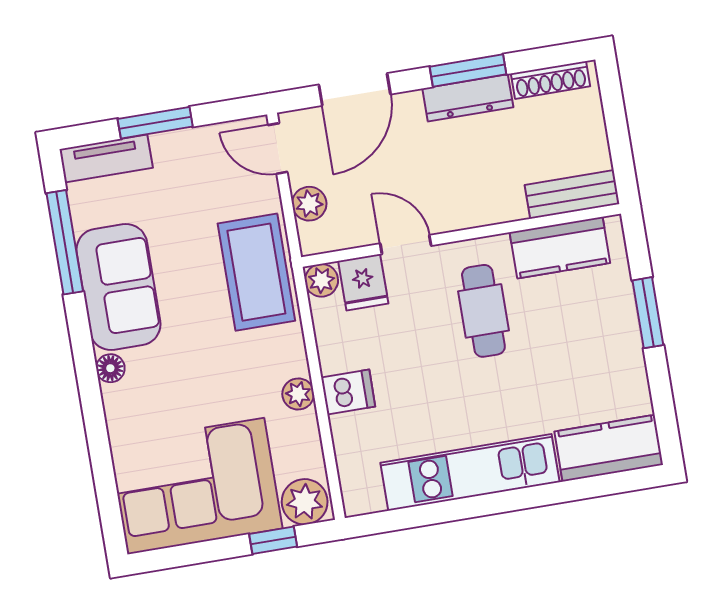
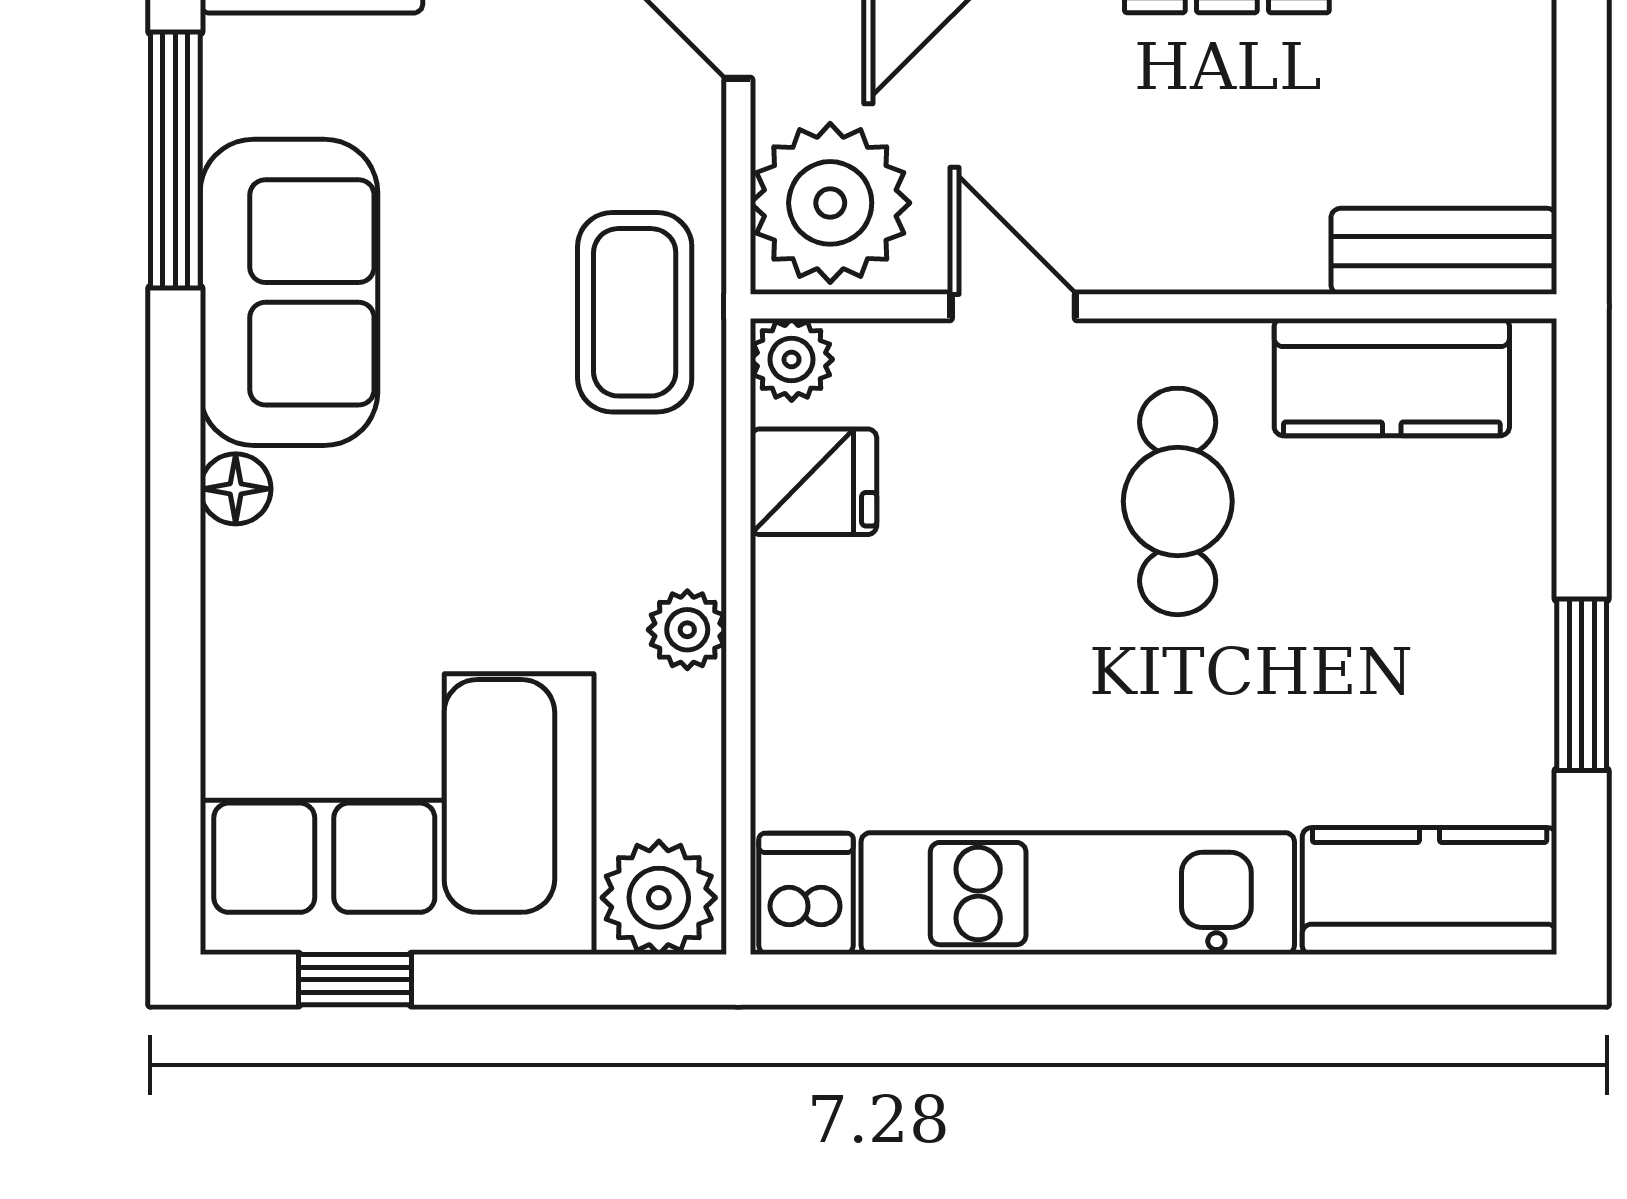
plant: (309, 204) -> (830, 203), width x1.88, depth x1.88
coffee table: (256, 272) -> (635, 312), width x0.73, depth x0.76
fridge: (363, 282) -> (814, 482), moved, turned -90
window: (648, 313) -> (1582, 685), moved
dishwasher: (348, 392) -> (806, 894), moved, turned -90
window: (273, 540) -> (355, 980), moved

